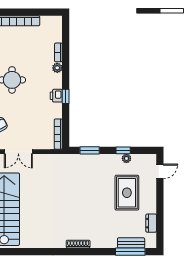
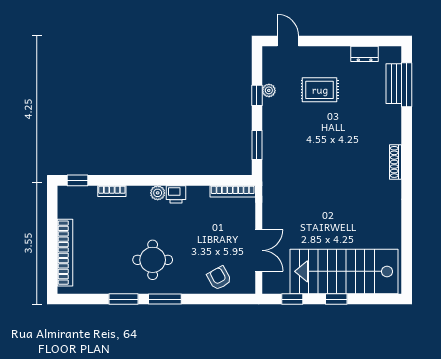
plant: (57, 68) -> (158, 193), moved
window: (66, 96) -> (77, 180), moved
rug: (127, 193) -> (320, 90), width x0.73, depth x0.70

